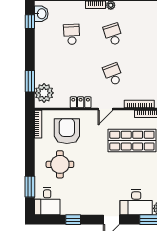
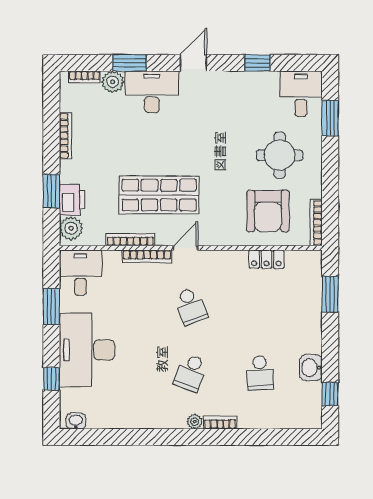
washbasin: (41, 14) -> (311, 368), moved
school desk: (113, 34) -> (191, 373), turned 39
plant: (44, 93) -> (306, 275), removed
locker: (81, 102) -> (266, 259), moved
door: (105, 109) -> (186, 248), moved

